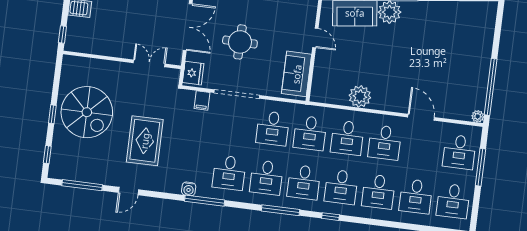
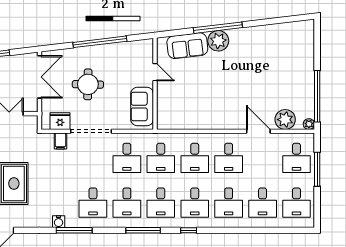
fridge: (193, 73) -> (60, 121), moved, turned -90
plant: (360, 96) -> (285, 120), moved

